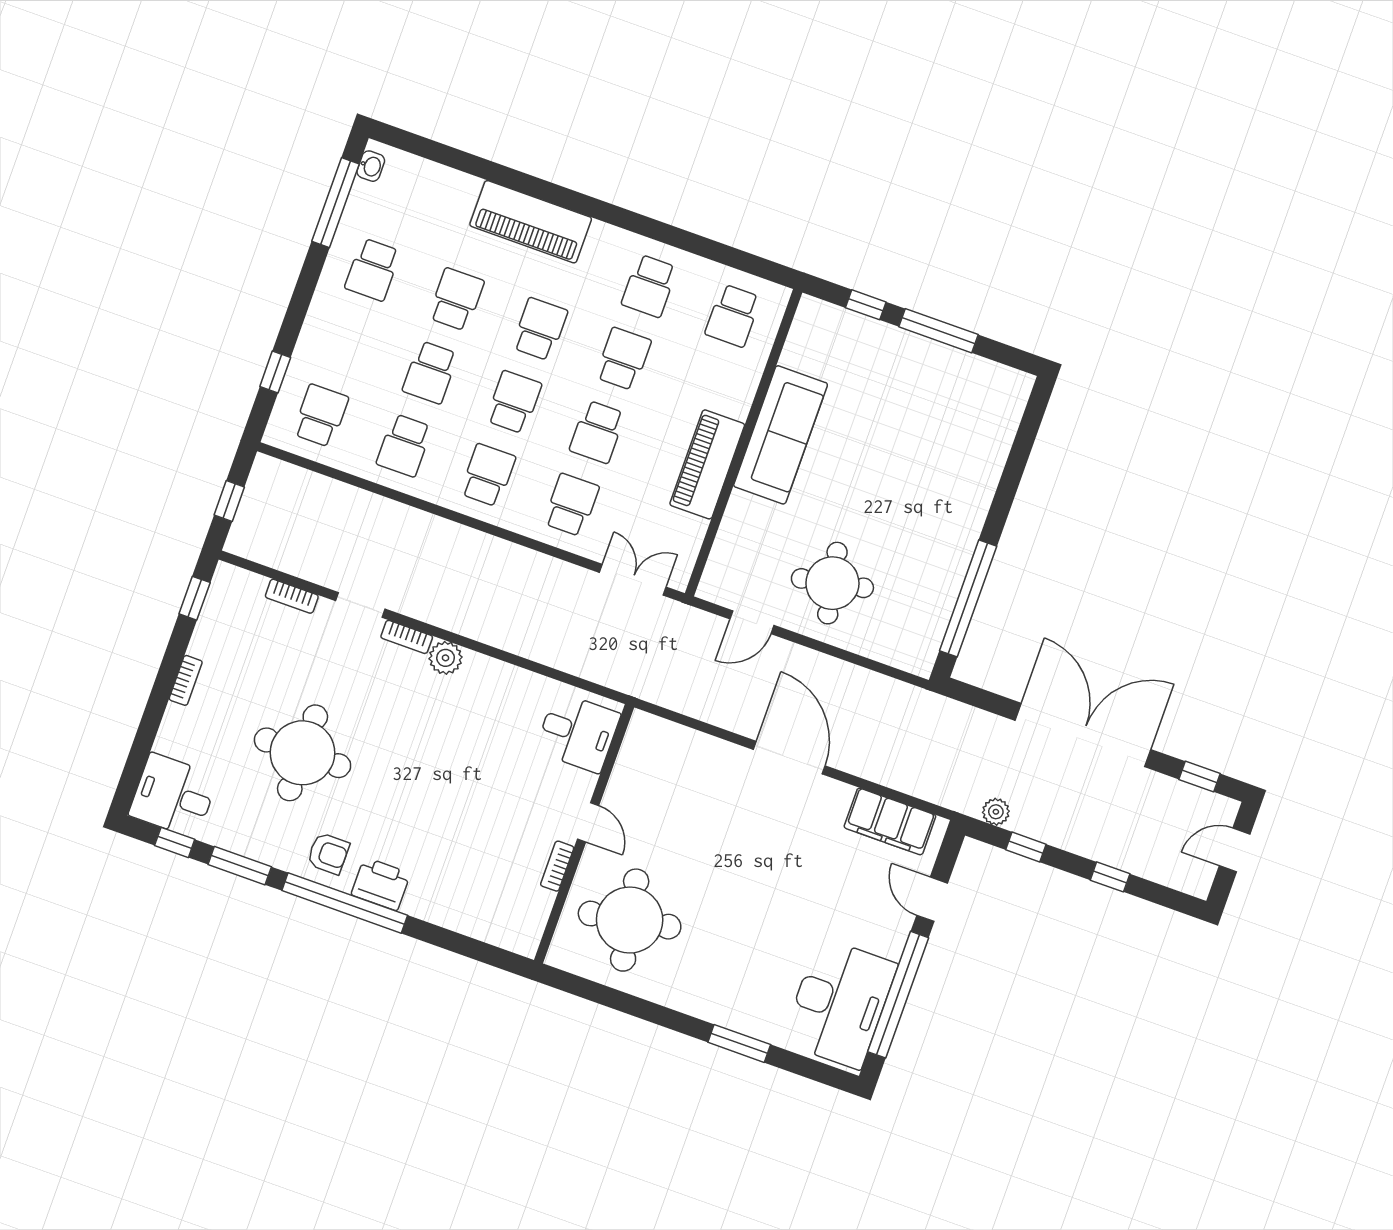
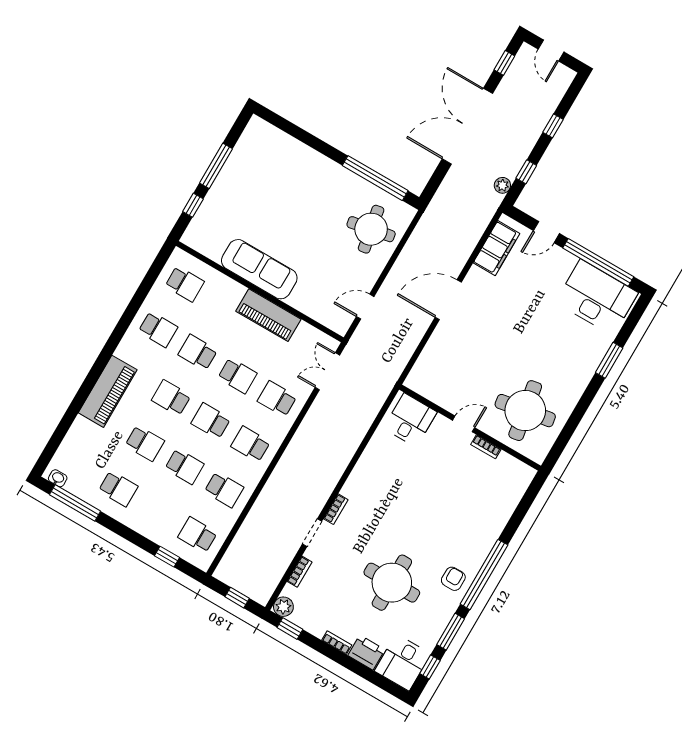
school desk: (456, 299) -> (145, 443), turned 180
round table: (832, 583) -> (371, 229), moved
door: (752, 622) -> (365, 307), swing flipped
plant: (446, 658) -> (283, 607), moved
printer: (381, 884) -> (366, 652), moved, turned 90

